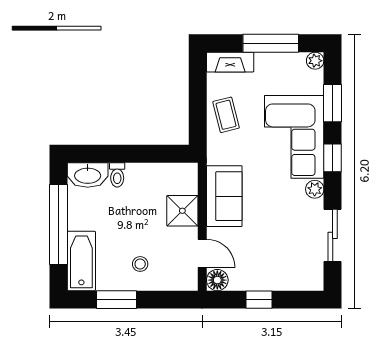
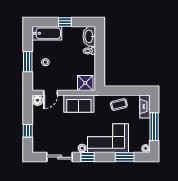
window: (333, 158) -> (88, 157), moved
shower: (182, 211) -> (85, 83), moved
window: (59, 224) -> (65, 22), width x0.32
window: (117, 300) -> (28, 62), moved
window: (259, 300) -> (28, 131), moved

